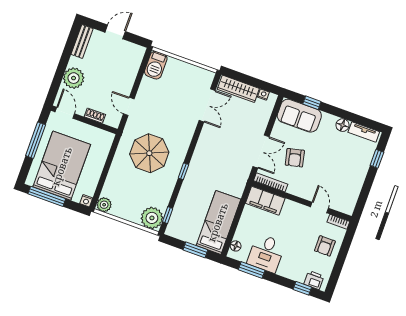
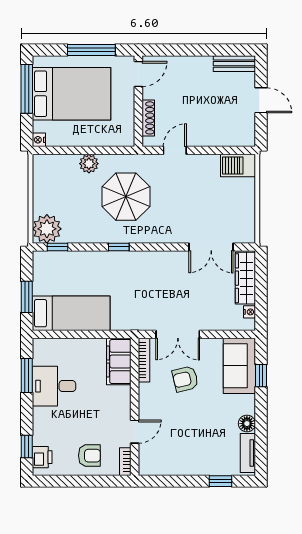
plant: (74, 78) -> (185, 69), removed
shoe rack: (95, 116) -> (148, 118), width x1.43
plant: (104, 205) -> (89, 164), moved
floor lamp: (236, 246) -> (49, 345), removed
armchair: (325, 246) -> (89, 456), turned 180

